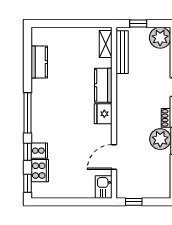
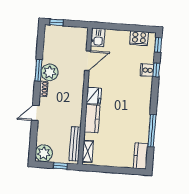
kitchen counter: (39, 62) -> (141, 156), moved
window: (28, 113) -> (152, 131), moved
cooker: (40, 171) -> (139, 38), moved, turned -90
window: (134, 202) -> (57, 22), moved

